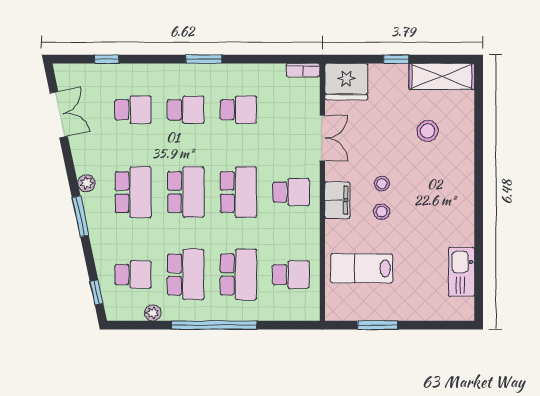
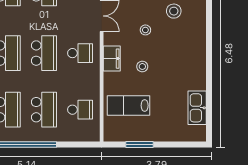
stool: (382, 184) -> (145, 30), moved

